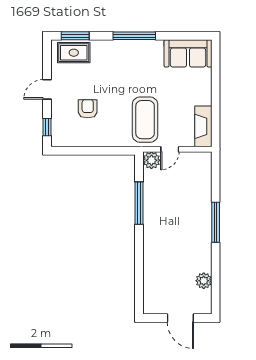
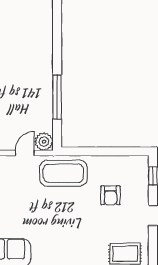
coffee table: (145, 120) -> (63, 173), moved, turned 90

